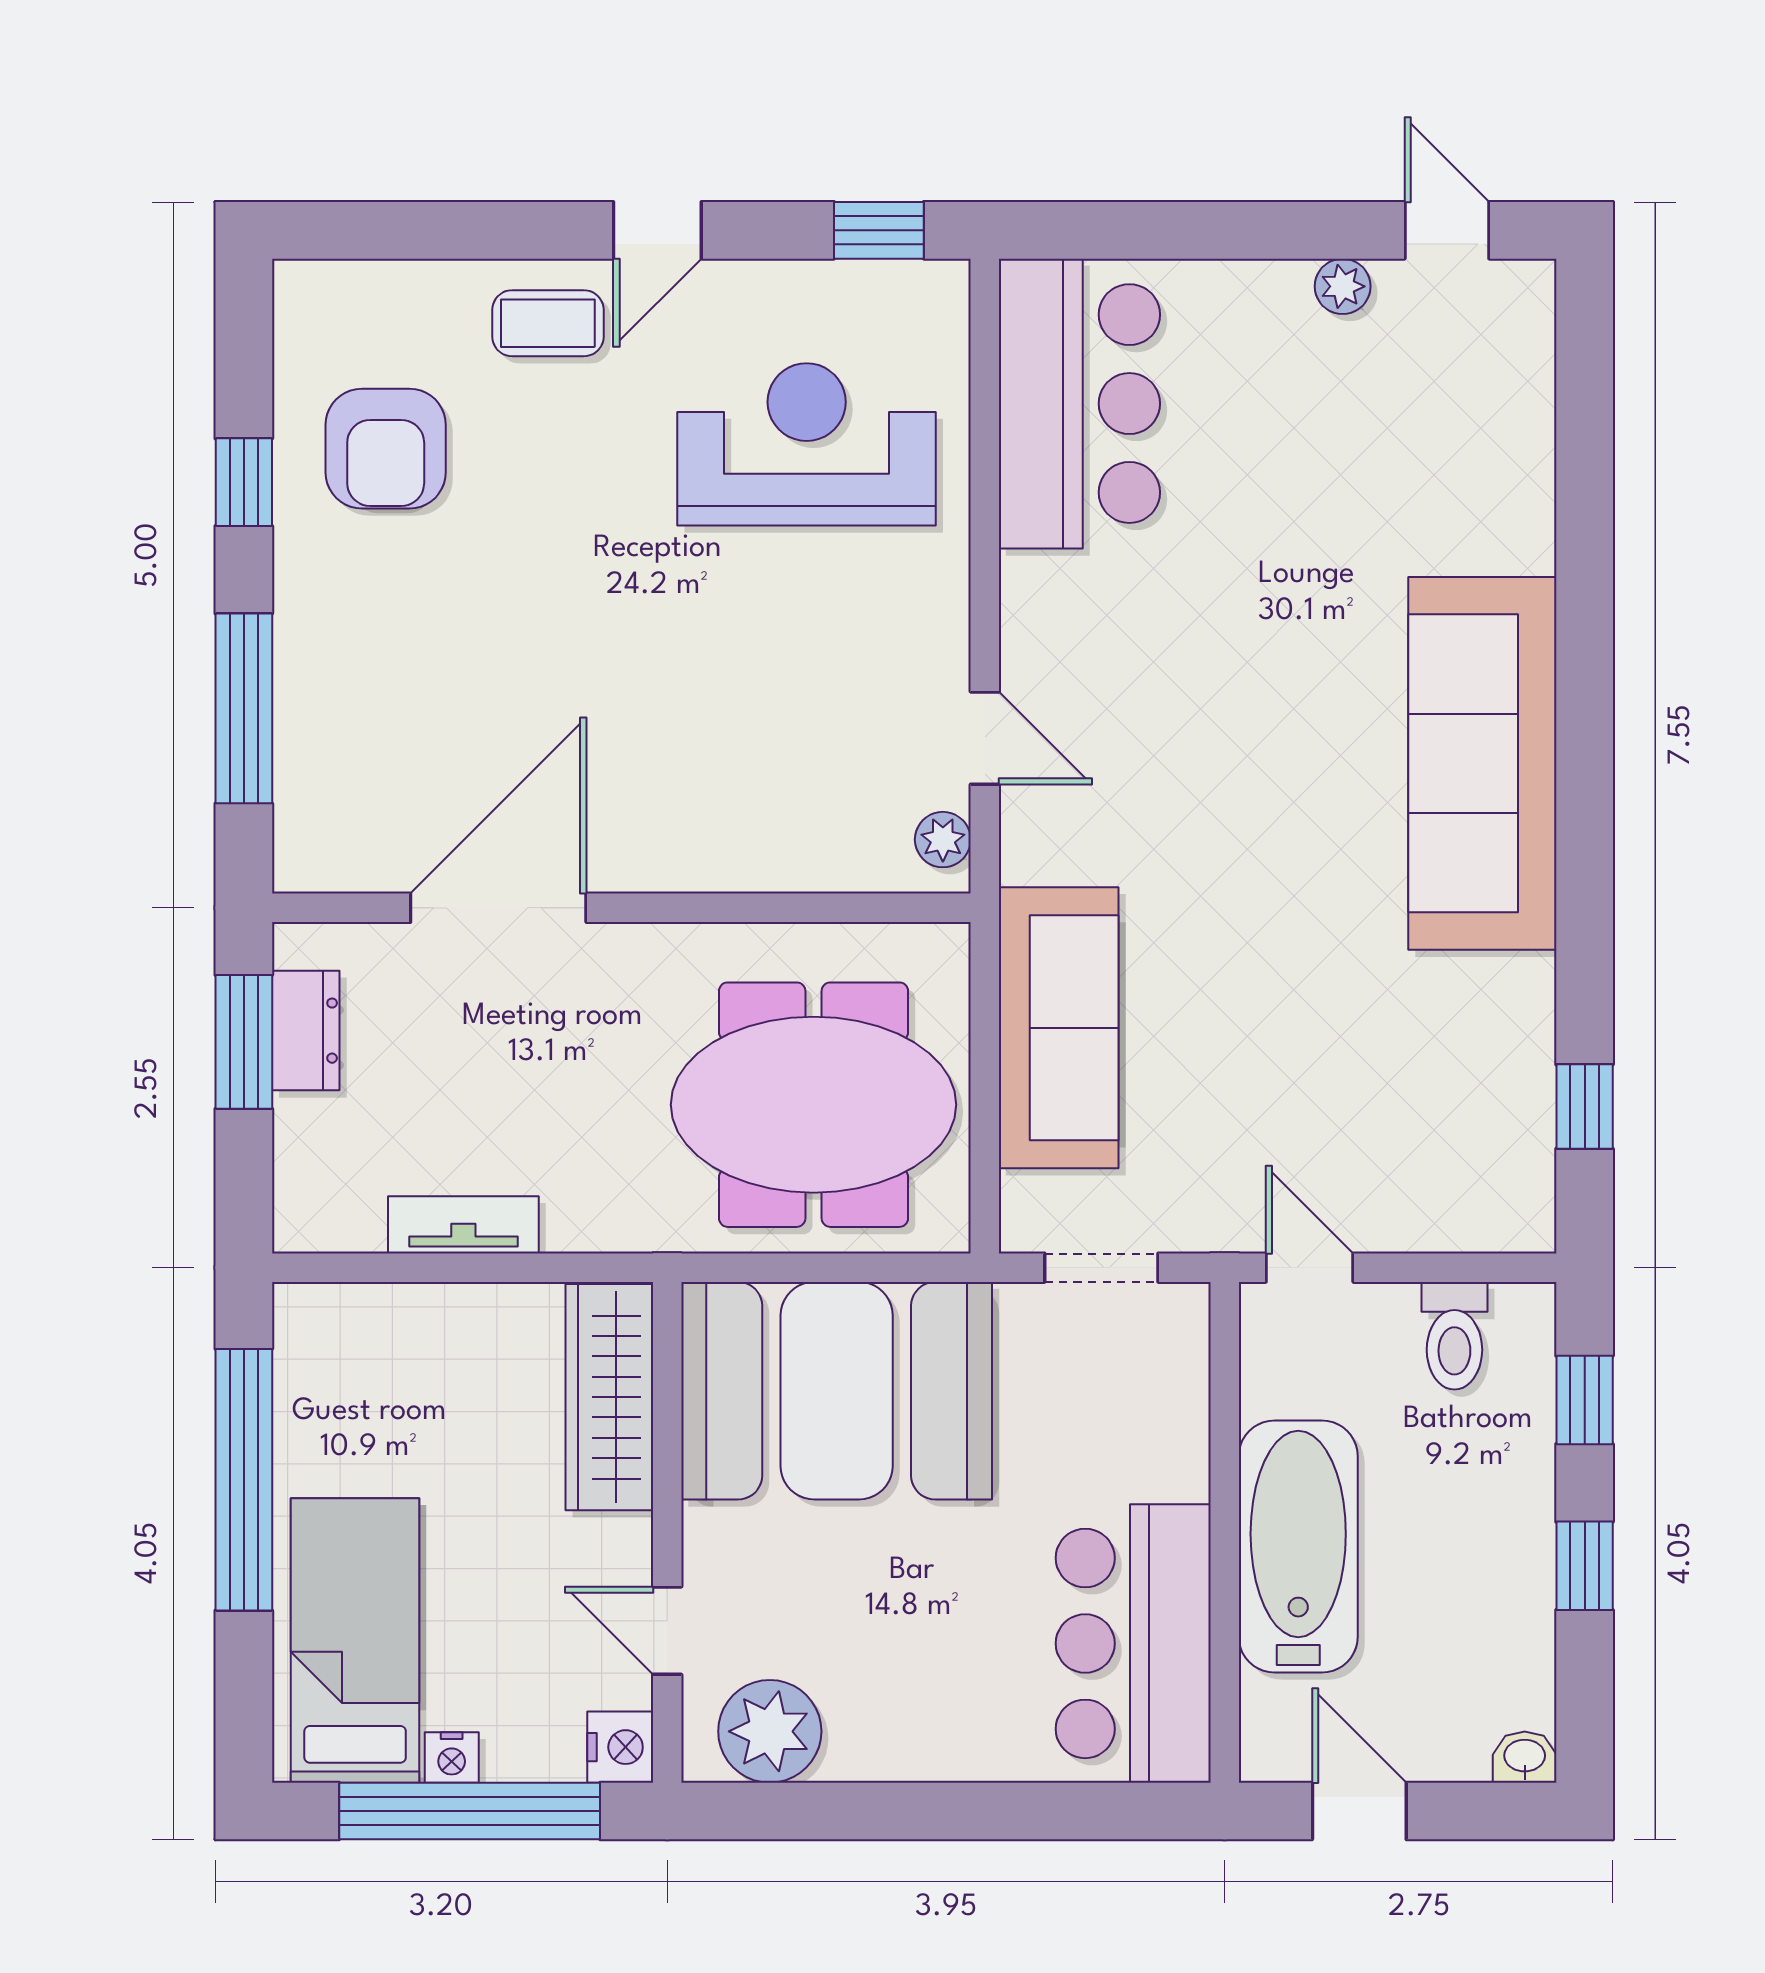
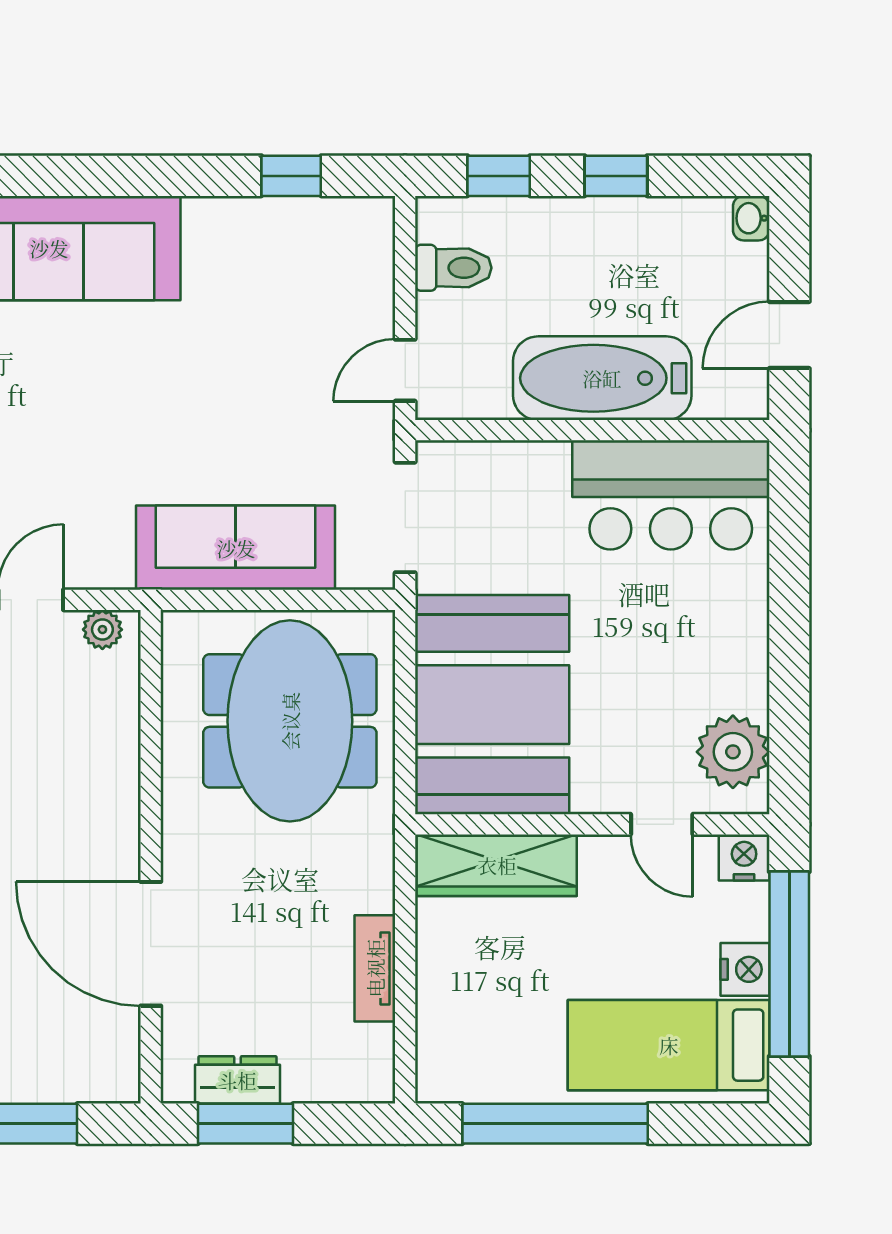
doorway: (1101, 1268) -> (405, 517), width x1.38
door: (667, 1631) -> (662, 824), hinge flipped
nightstand: (452, 1757) -> (745, 969), width x1.39, depth x1.35

